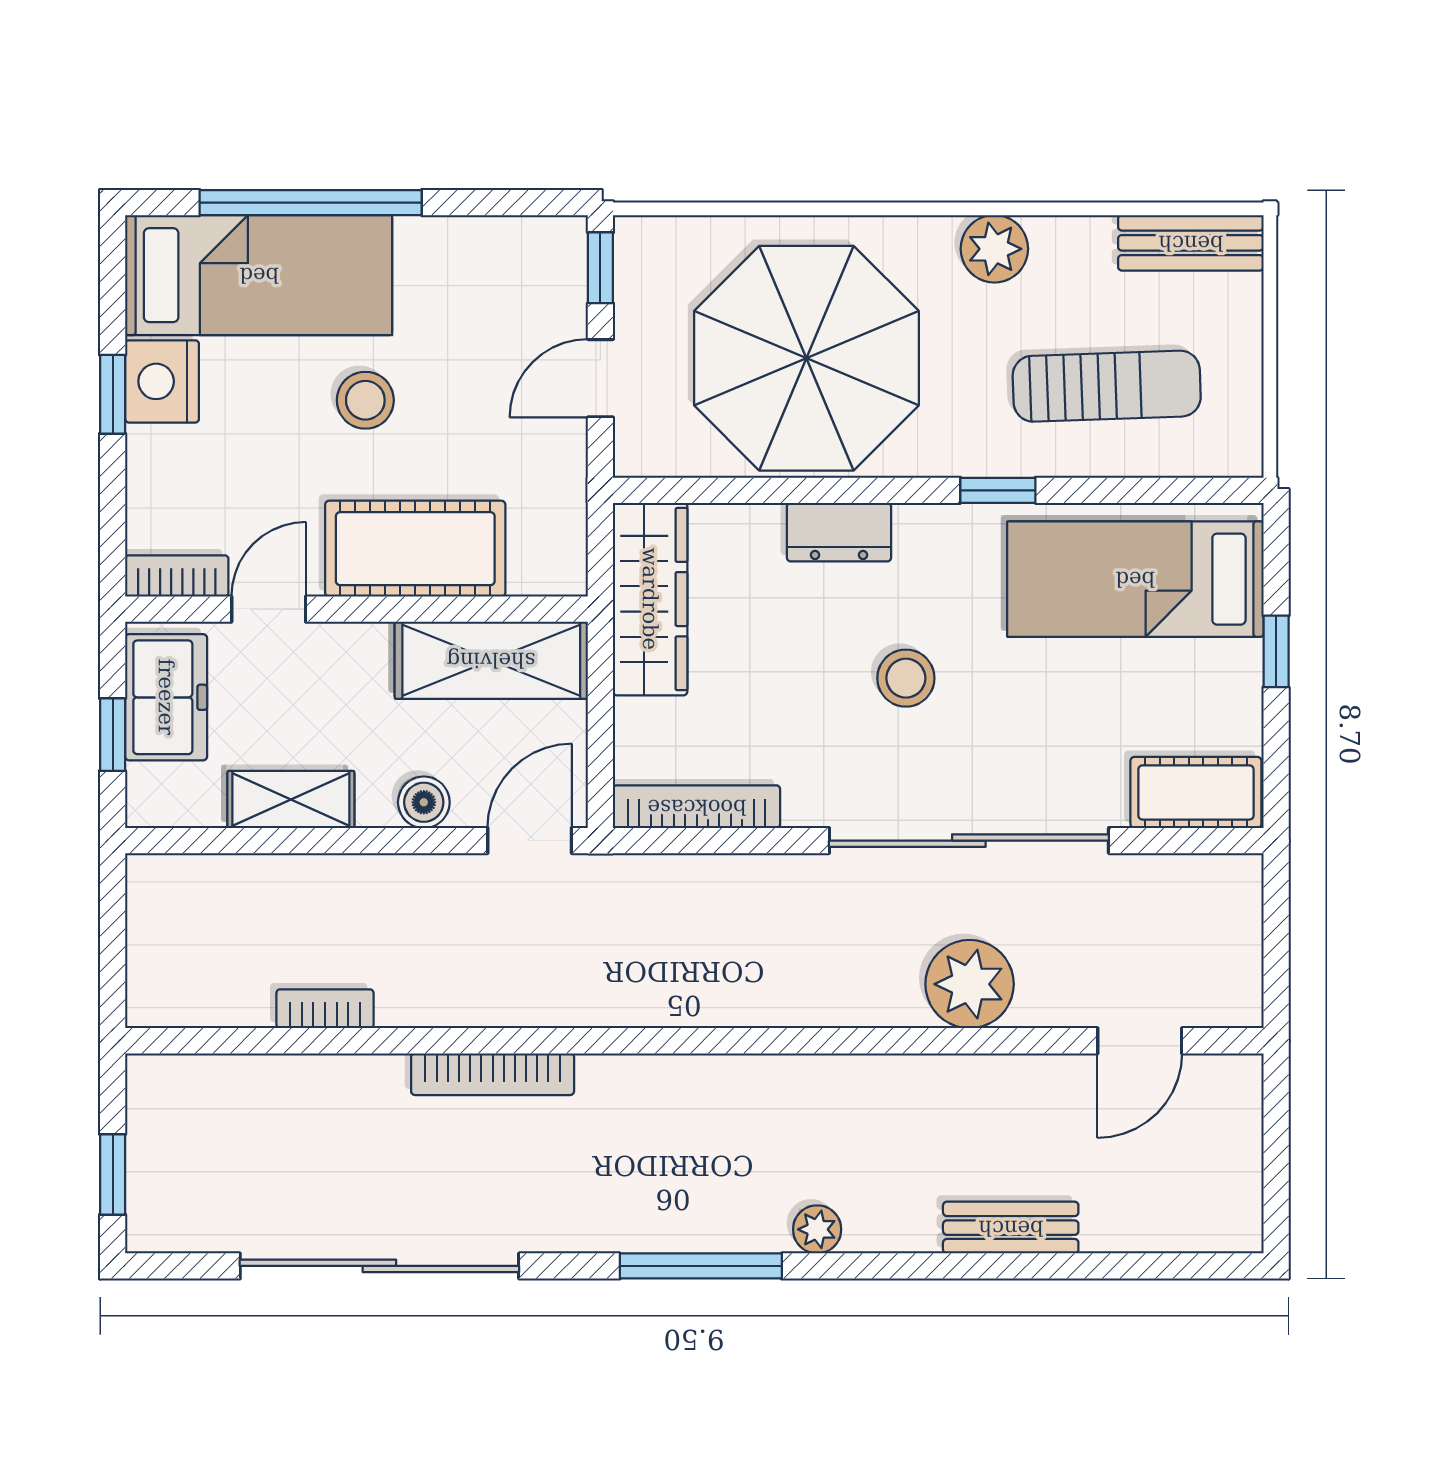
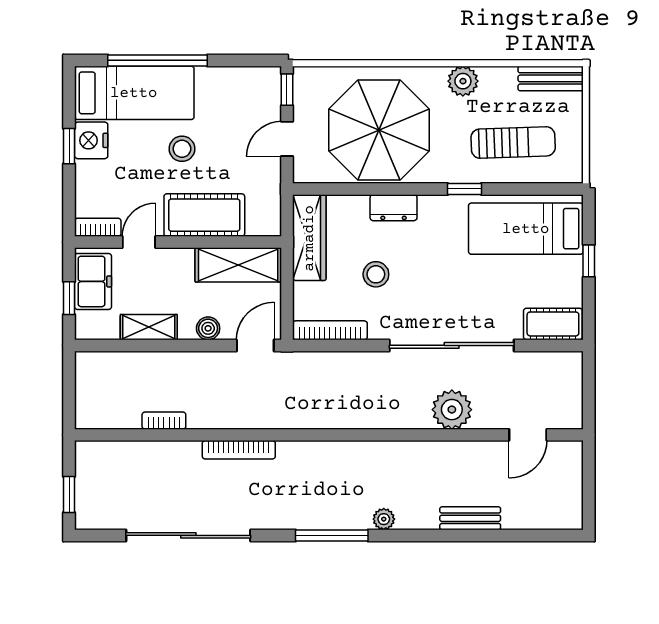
stool: (906, 678) -> (376, 274), moved

